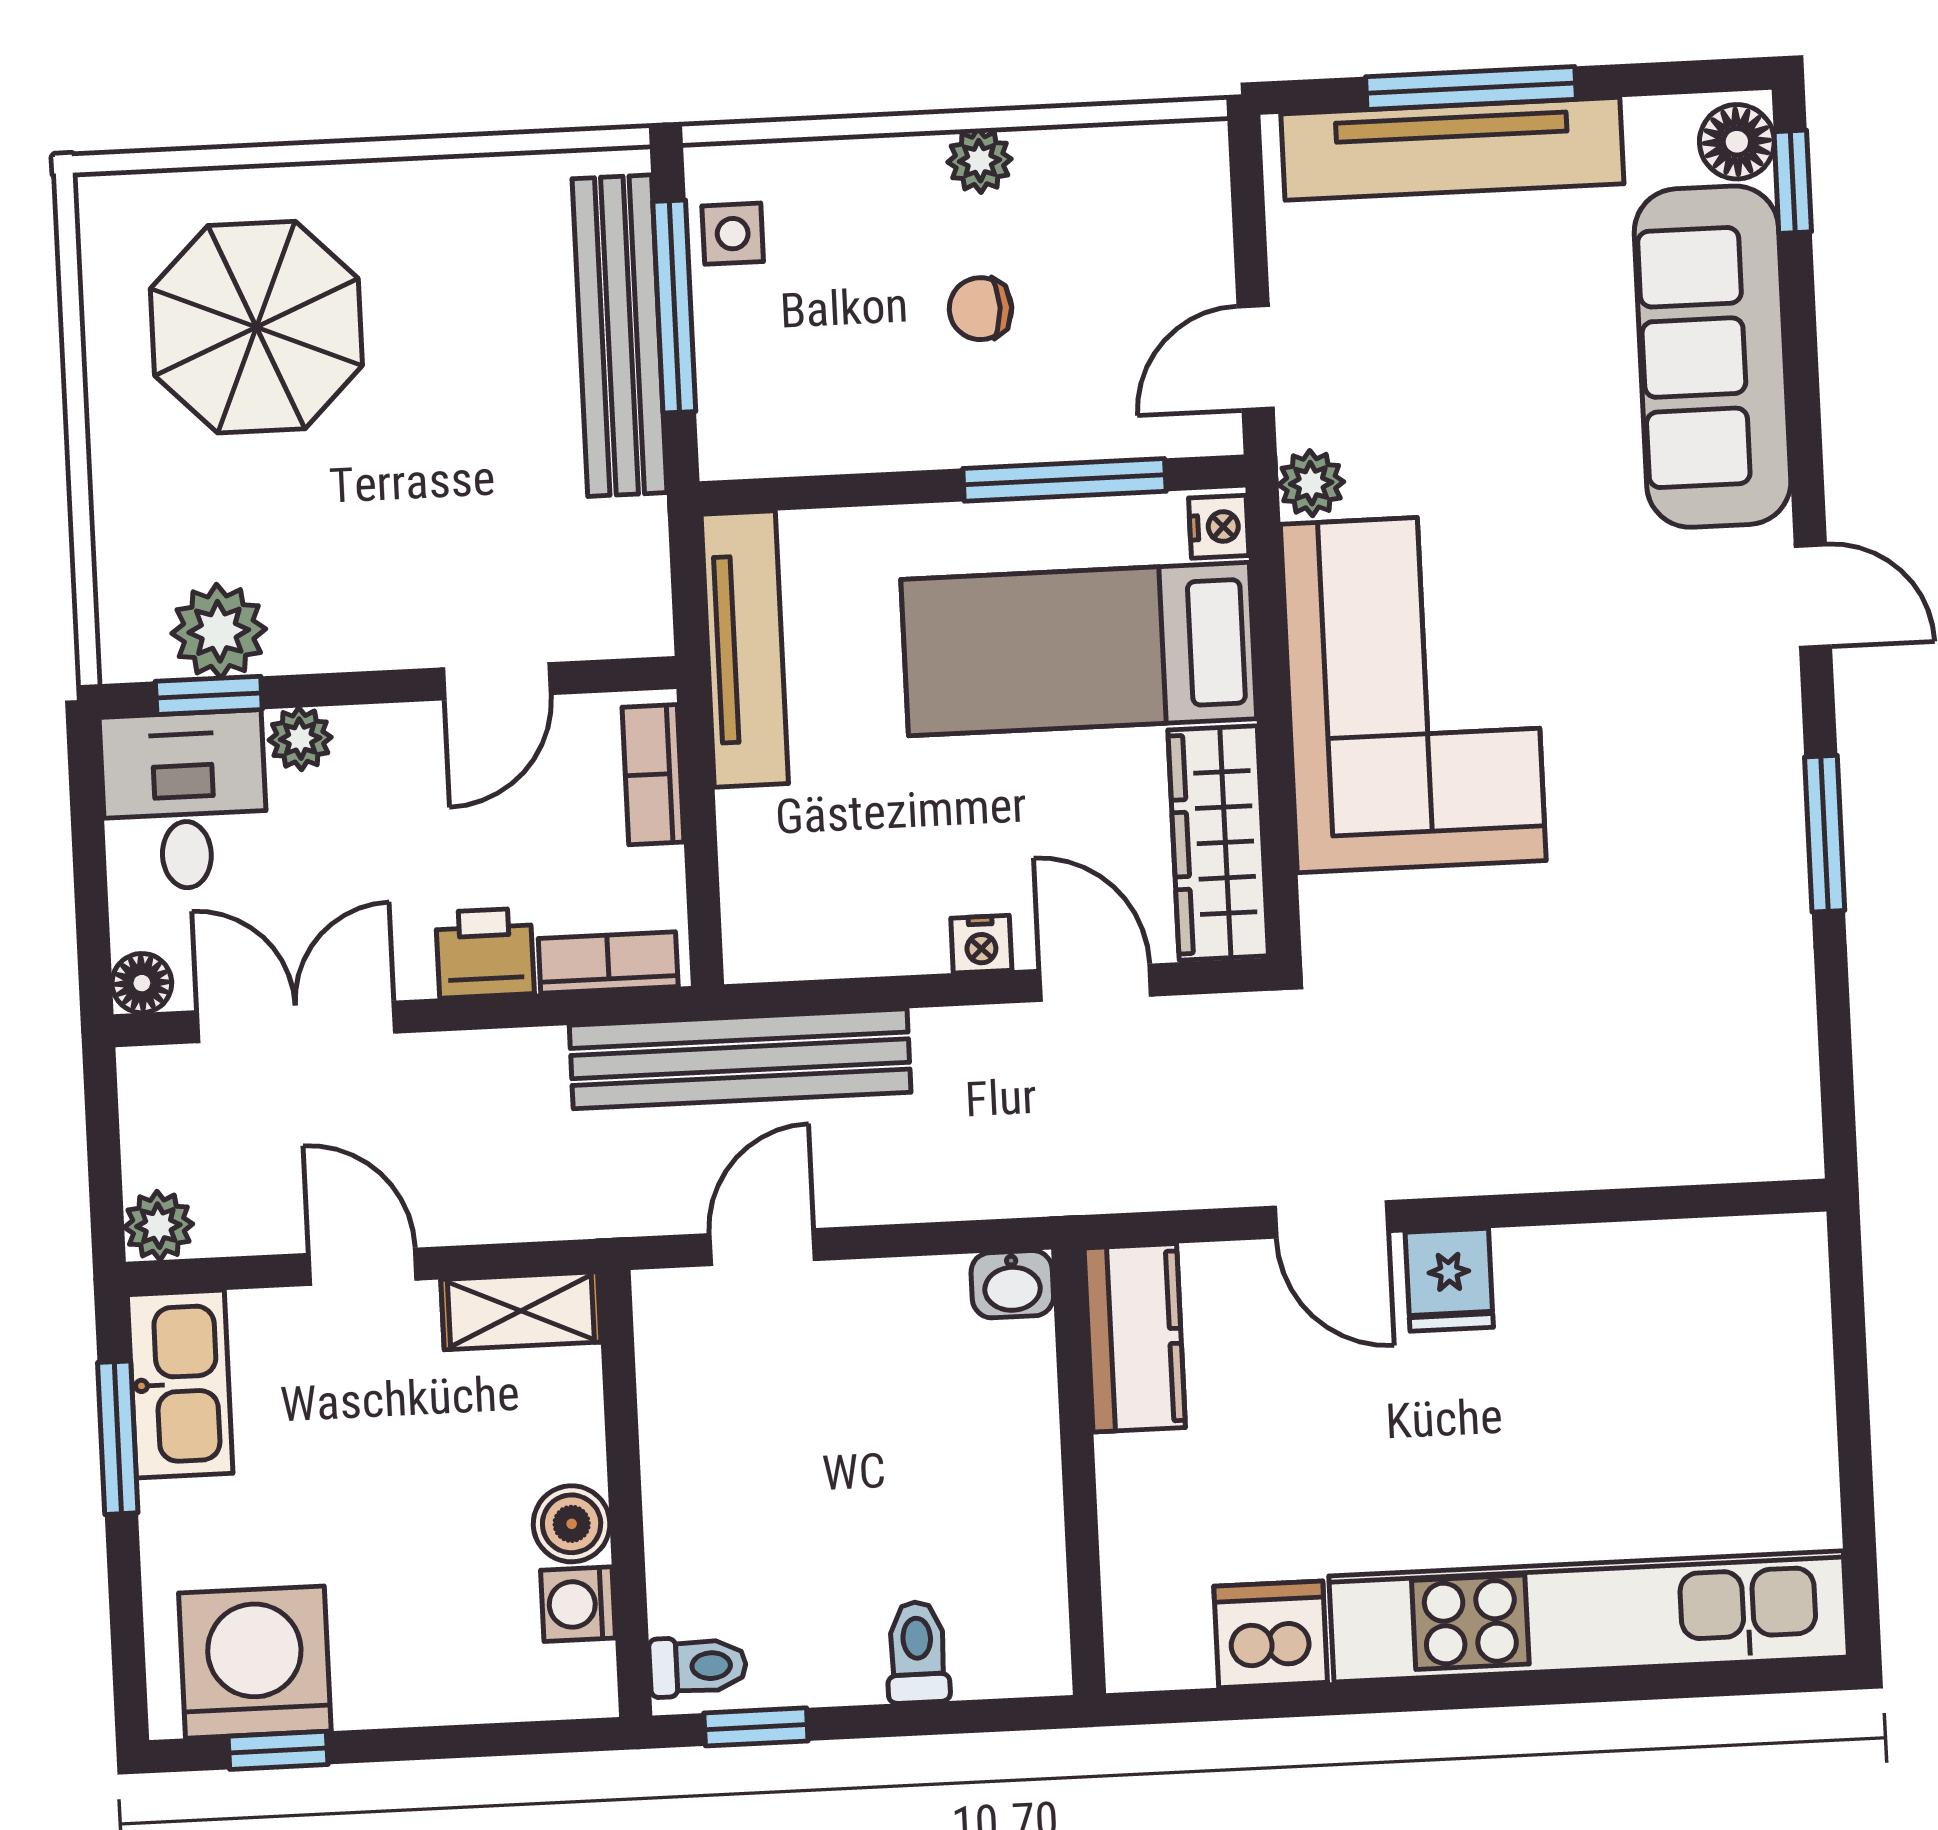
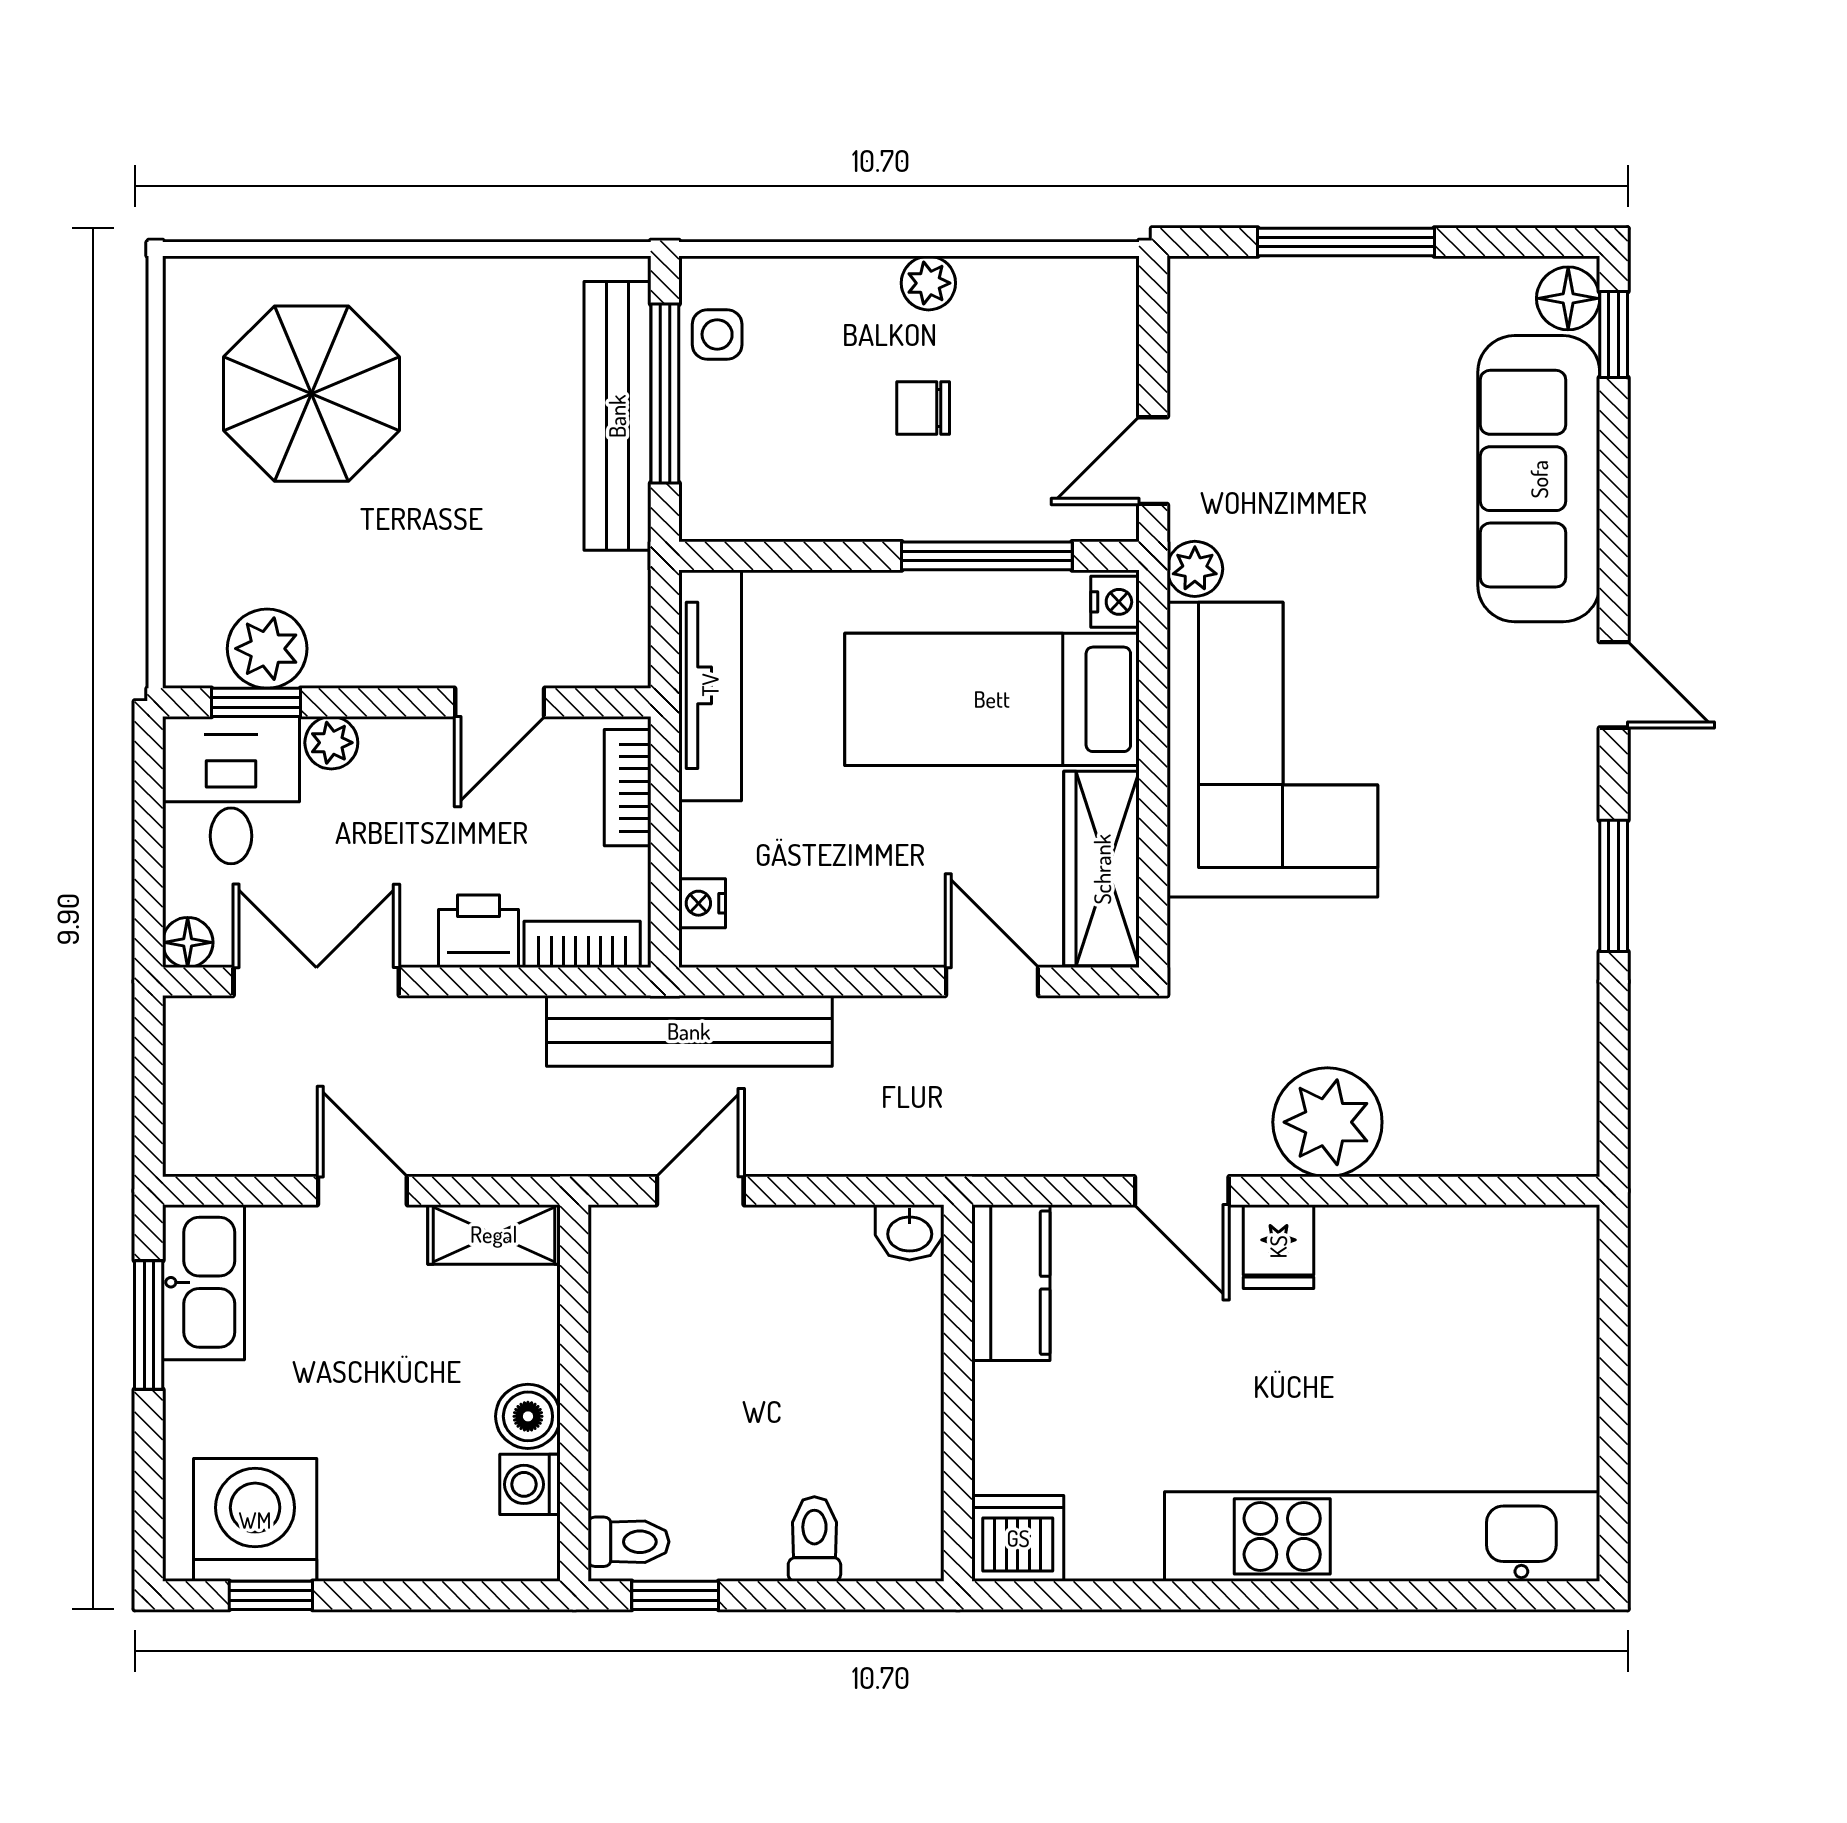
tv unit: (1452, 149) -> (1328, 293), removed
nightstand: (981, 944) -> (702, 903), moved, turned 90
plant: (158, 1226) -> (1327, 1122), moved, width x1.88, depth x1.88
dishwasher: (1271, 1634) -> (1018, 1538), moved

